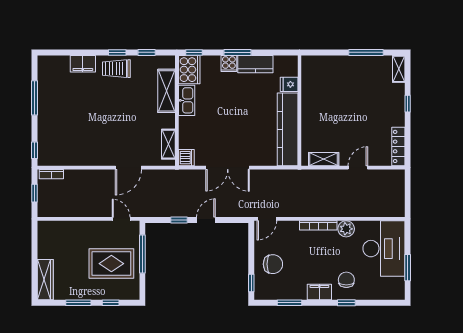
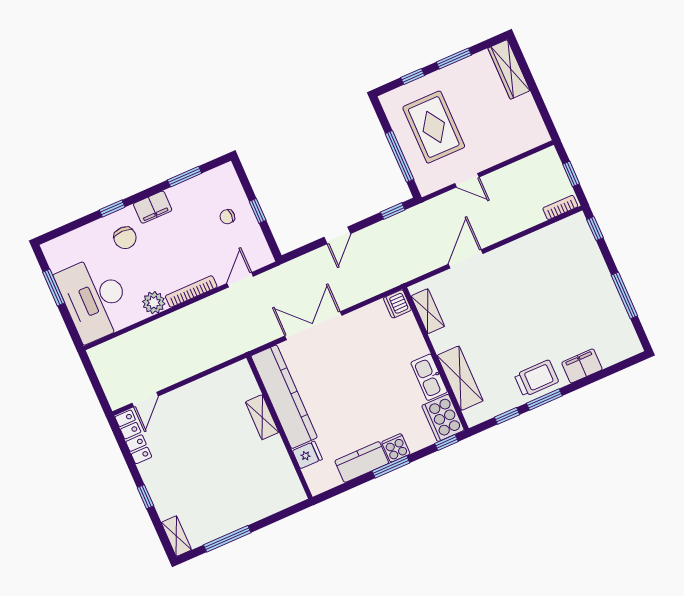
window: (117, 52) -> (544, 399), width x1.50
shelving: (324, 159) -> (262, 417), moved, turned 90
double door: (228, 168) -> (313, 326), moved
door: (358, 168) -> (145, 400), moved
door: (121, 219) -> (467, 180), moved
door: (267, 219) -> (240, 280), moved
window: (179, 220) -> (393, 211), moved
rug: (111, 264) -> (434, 127), turned 90
chair: (273, 264) -> (227, 217), width x0.54, depth x0.54
window: (251, 283) -> (258, 211), moved

